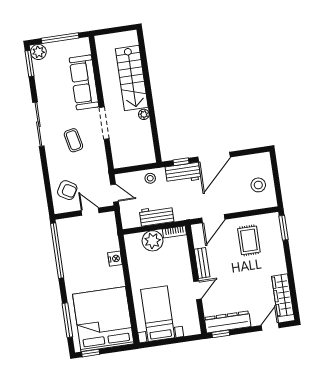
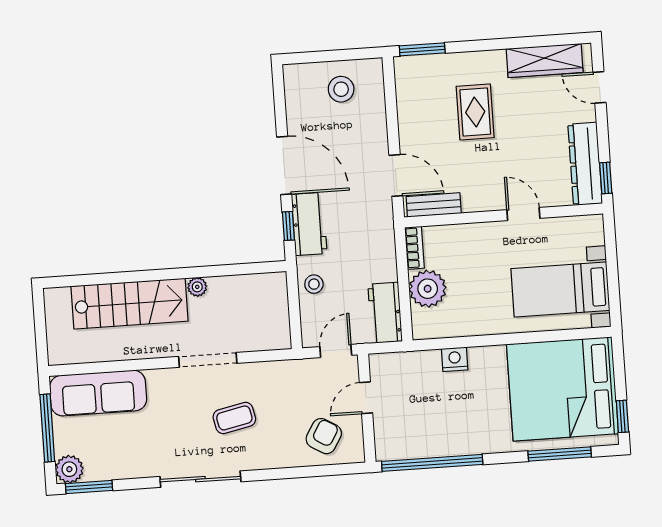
sofa: (84, 82) -> (98, 393), moved
workbench: (157, 216) -> (385, 313), moved
rug: (249, 240) -> (475, 112), moved, turned 90
bench: (202, 263) -> (434, 205), moved

